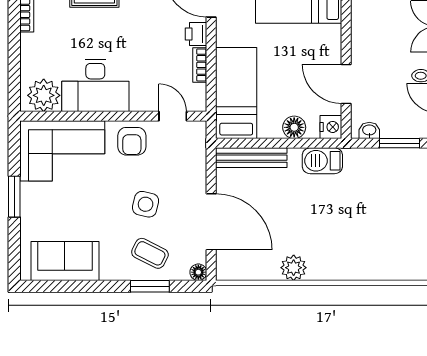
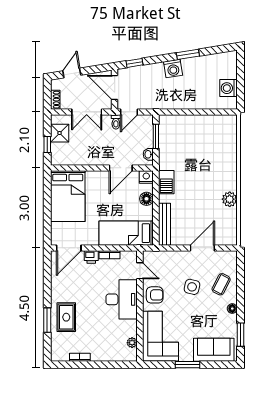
desk: (95, 85) -> (122, 299), moved
plant: (44, 95) -> (132, 343), width x0.53, depth x0.53
door: (173, 116) -> (140, 271), swing flipped
door: (211, 222) -> (202, 248), width x0.73
sofa: (65, 261) -> (214, 350), moved, turned 90
floor lamp: (198, 272) -> (232, 309), moved
window: (150, 286) -> (241, 335), moved

